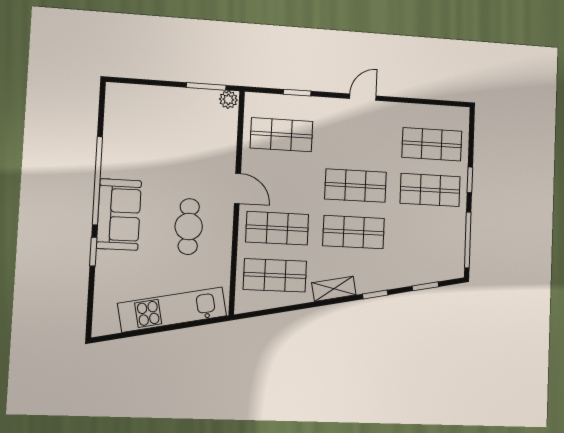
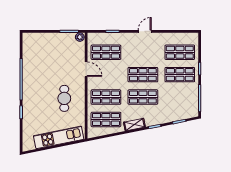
door: (237, 188) -> (86, 69), moved
sofa: (119, 215) -> (32, 94), removed

